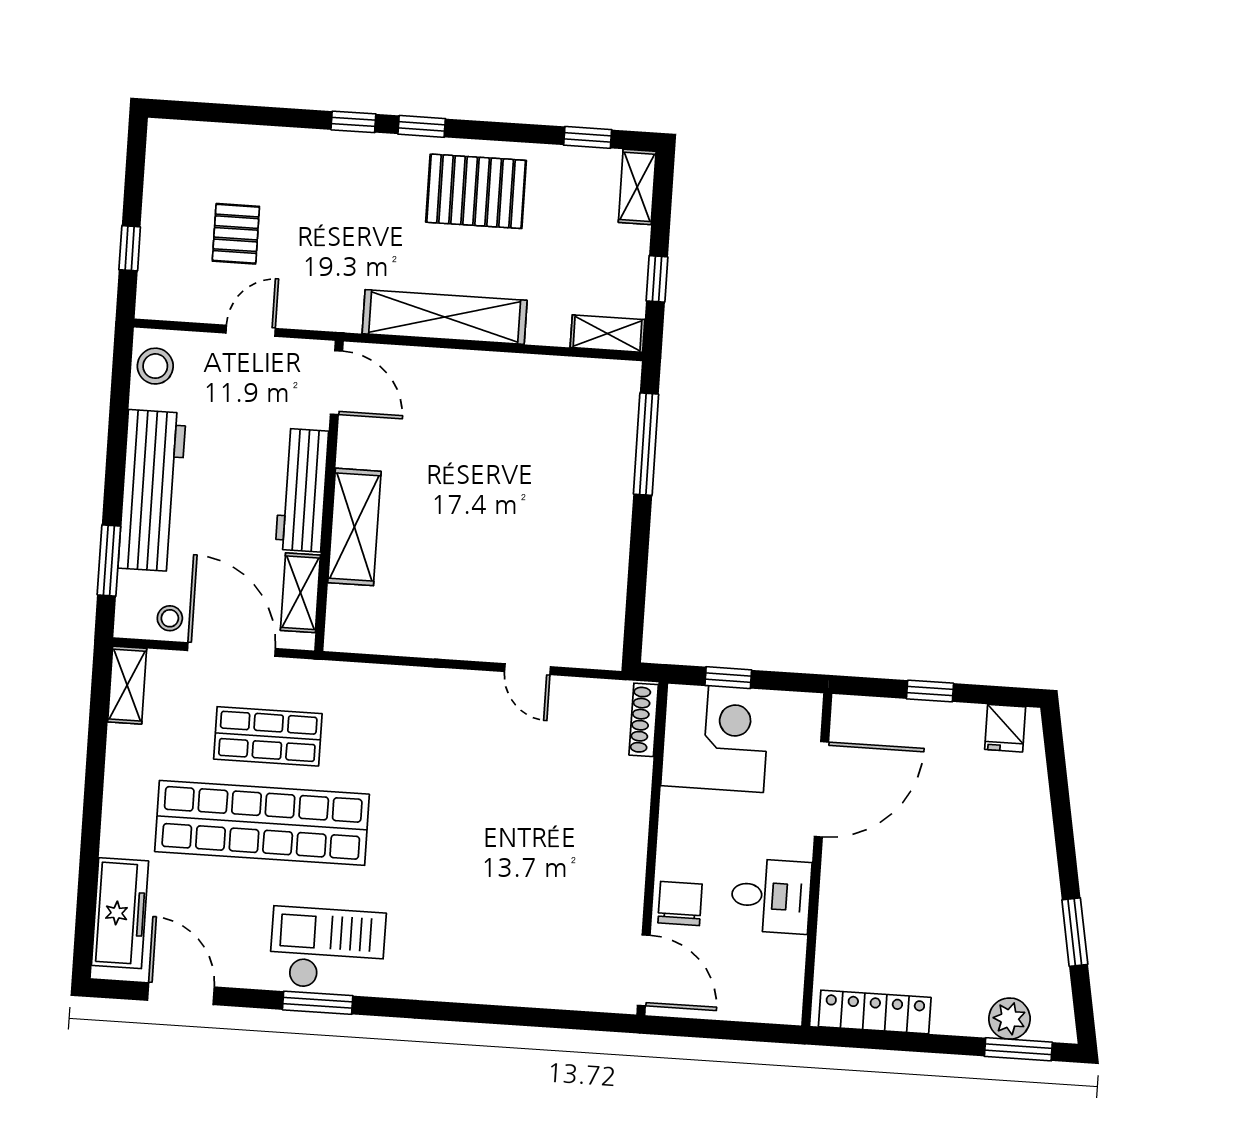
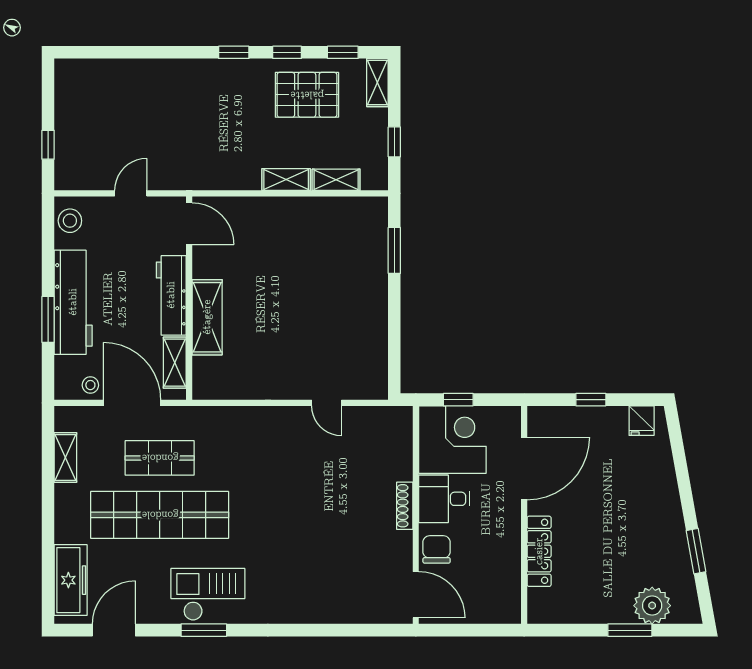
window: (353, 122) -> (287, 52), moved
pallet: (476, 191) -> (307, 95), moved
pallet: (236, 234) -> (117, 131), removed
shelving: (445, 317) -> (286, 180), width x0.45, depth x0.75
shelving: (607, 334) -> (336, 180), moved
window: (646, 444) -> (394, 250), width x0.69
window: (109, 561) -> (48, 319), moved
shelving: (127, 685) -> (65, 457), moved
shoe rack: (644, 720) -> (405, 506), moved
desk: (771, 896) -> (444, 499), moved, turned 180
door: (181, 994) -> (114, 630), hinge flipped
locker: (875, 1012) -> (539, 551), moved, turned 90
plant: (1009, 1019) -> (652, 606), width x1.36, depth x1.36
window: (1018, 1049) -> (630, 630), moved

